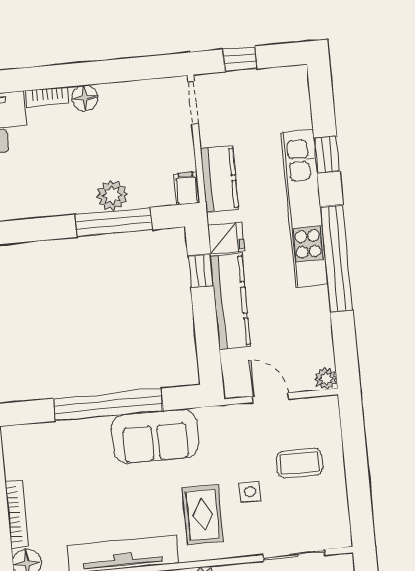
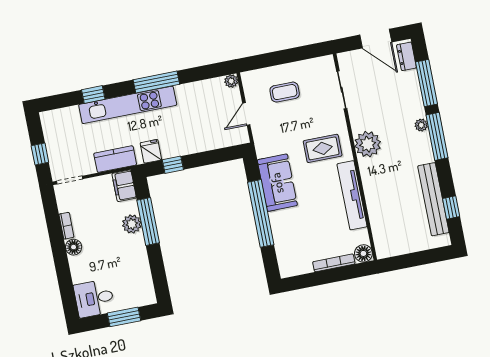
bookcase: (47, 97) -> (66, 226), moved
filing cabinet: (187, 188) -> (124, 186), width x2.00
window: (337, 258) -> (156, 82), width x0.68
kitchen counter: (230, 301) -> (190, 145), removed
coffee table: (300, 463) -> (285, 92), turned 90
side table: (250, 492) -> (305, 121), removed

